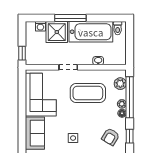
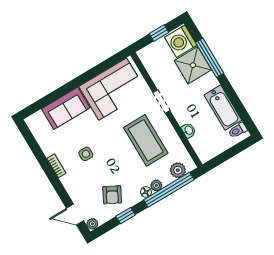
window: (70, 18) -> (210, 58), moved
washing machine: (40, 26) -> (181, 41), width x1.89, depth x1.89
bathtub: (91, 32) -> (223, 108), width x0.73, depth x0.73
window: (22, 53) -> (159, 33), moved
armchair: (111, 137) -> (112, 195), turned -93

